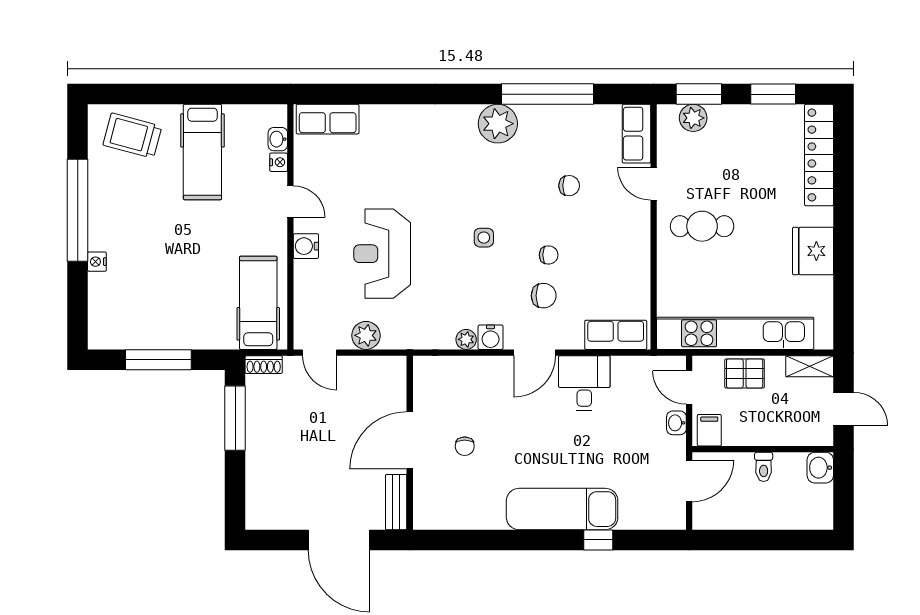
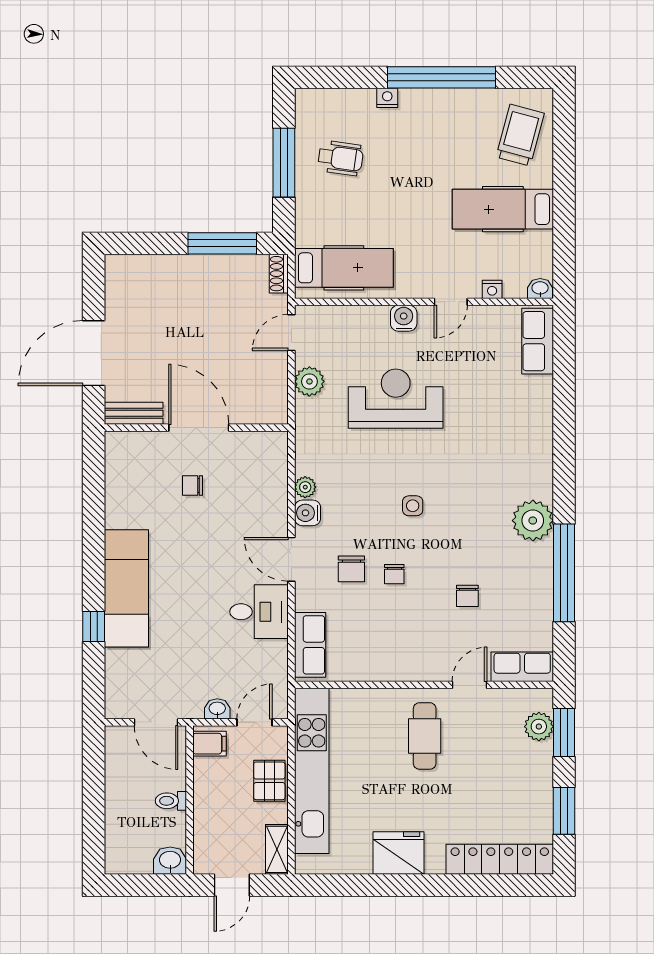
washbasin: (278, 139) -> (540, 289), moved
wheelchair: (154, 306) -> (341, 158), added

